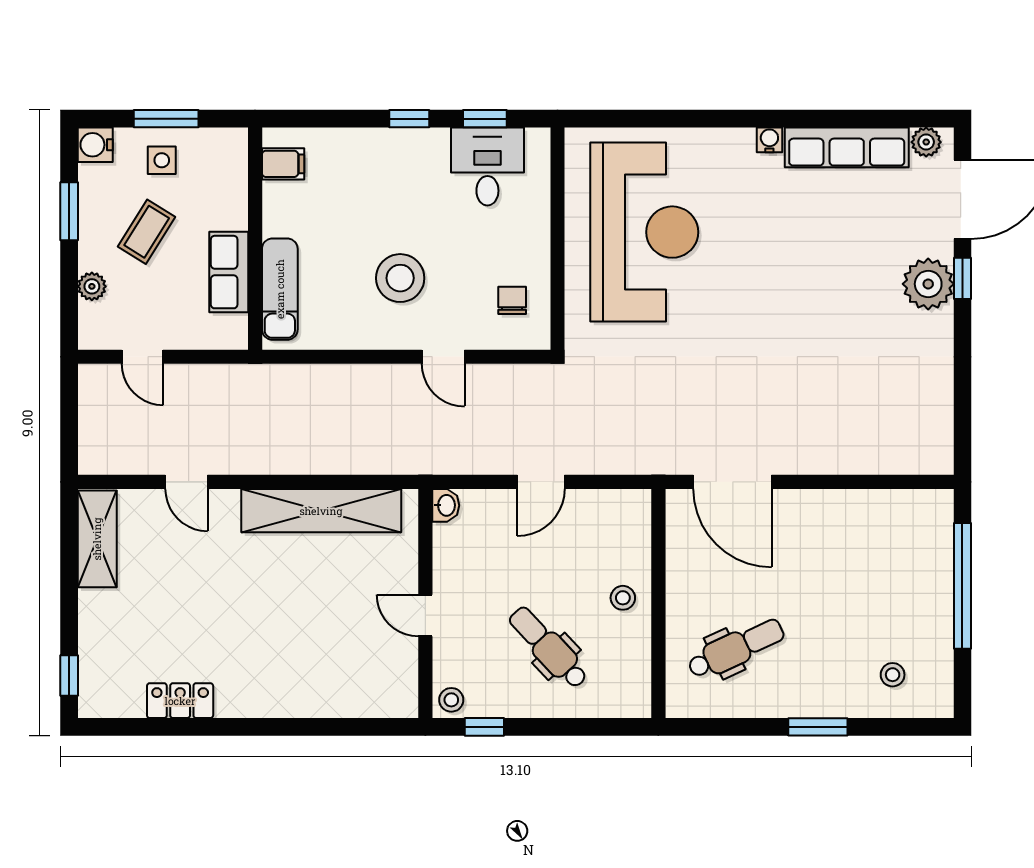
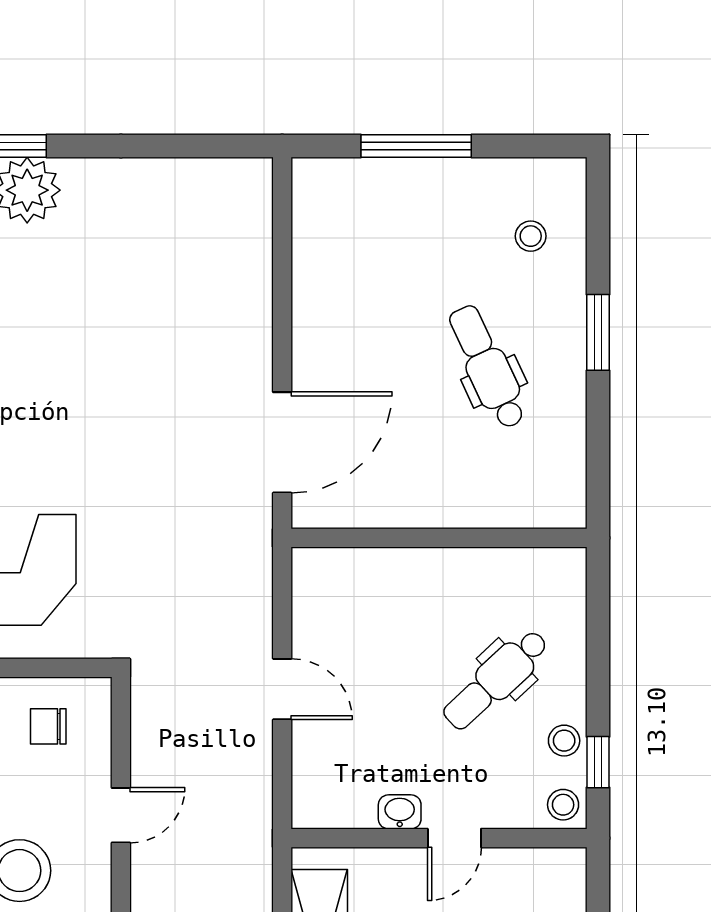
washbasin: (446, 505) -> (400, 812), moved
window: (962, 586) -> (416, 146), width x0.68
stool: (623, 598) -> (564, 741), moved
dental chair: (736, 649) -> (487, 367), moved

